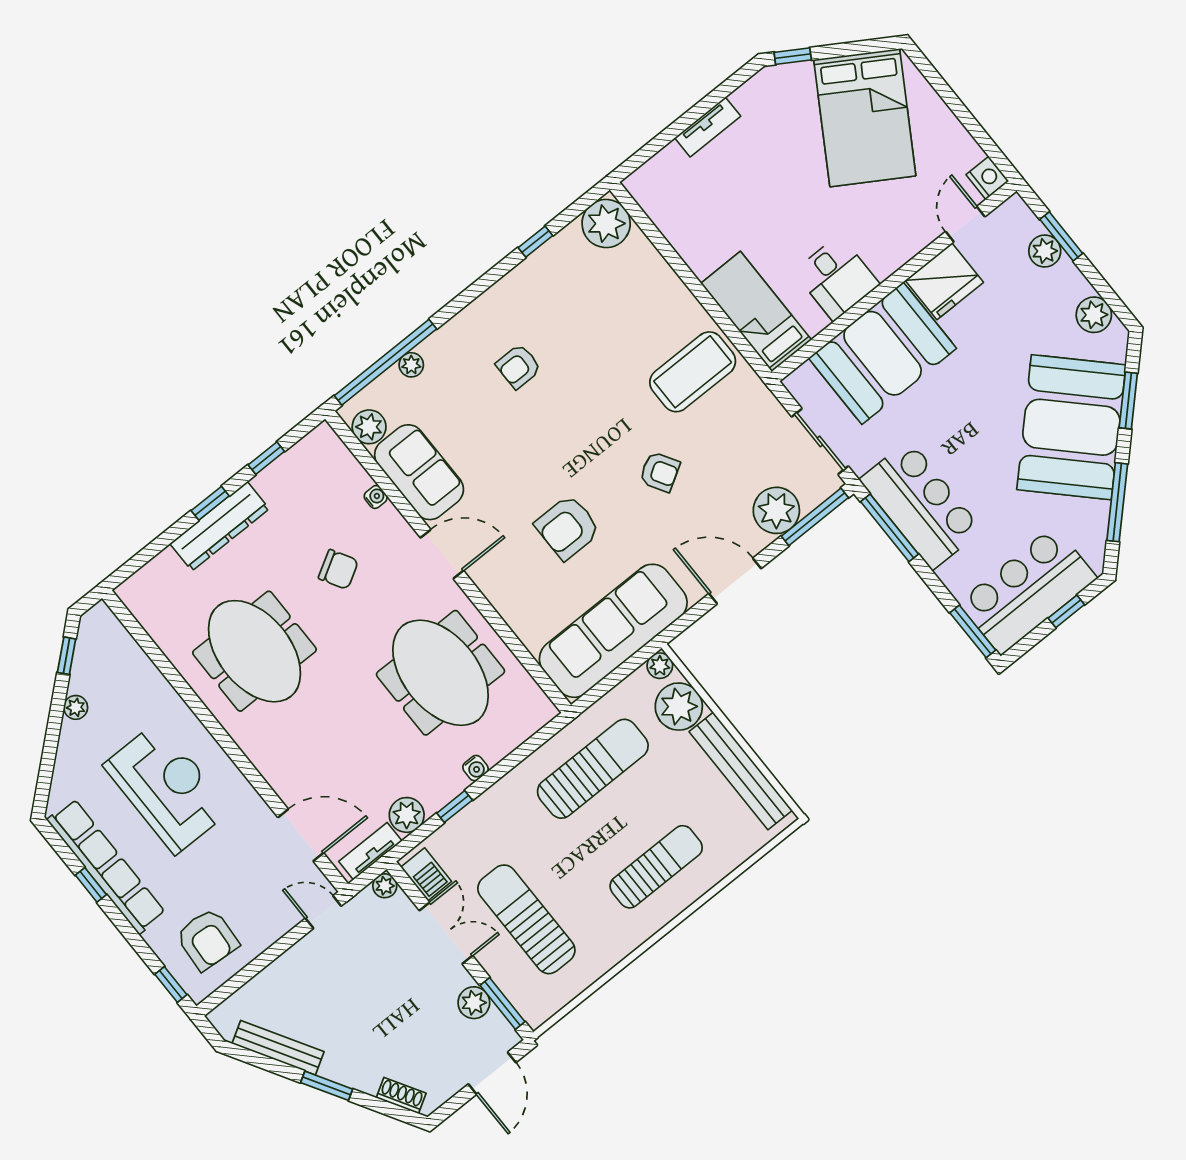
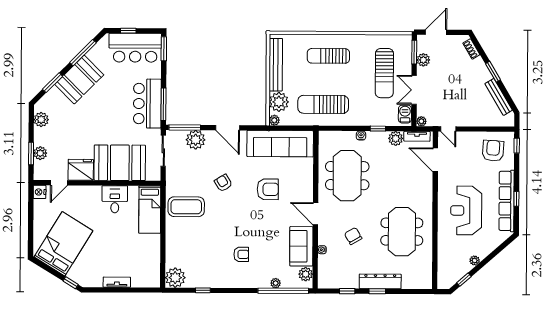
booth: (1071, 427) -> (79, 80), width x0.73, depth x0.70

